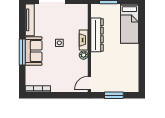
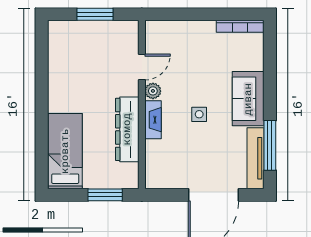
window: (22, 52) -> (270, 145), moved
door: (89, 83) -> (142, 67), moved

